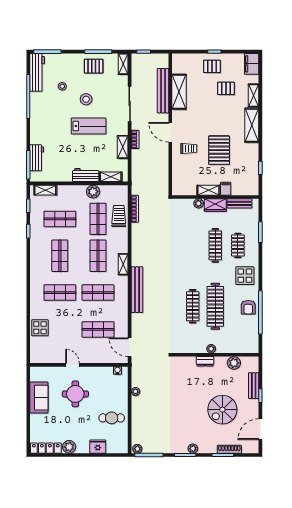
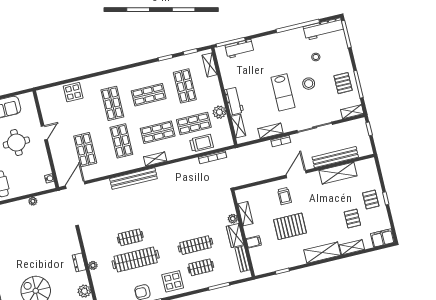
shelving: (208, 190) -> (245, 214), moved
clothes rail: (193, 306) -> (130, 237), width x0.73

